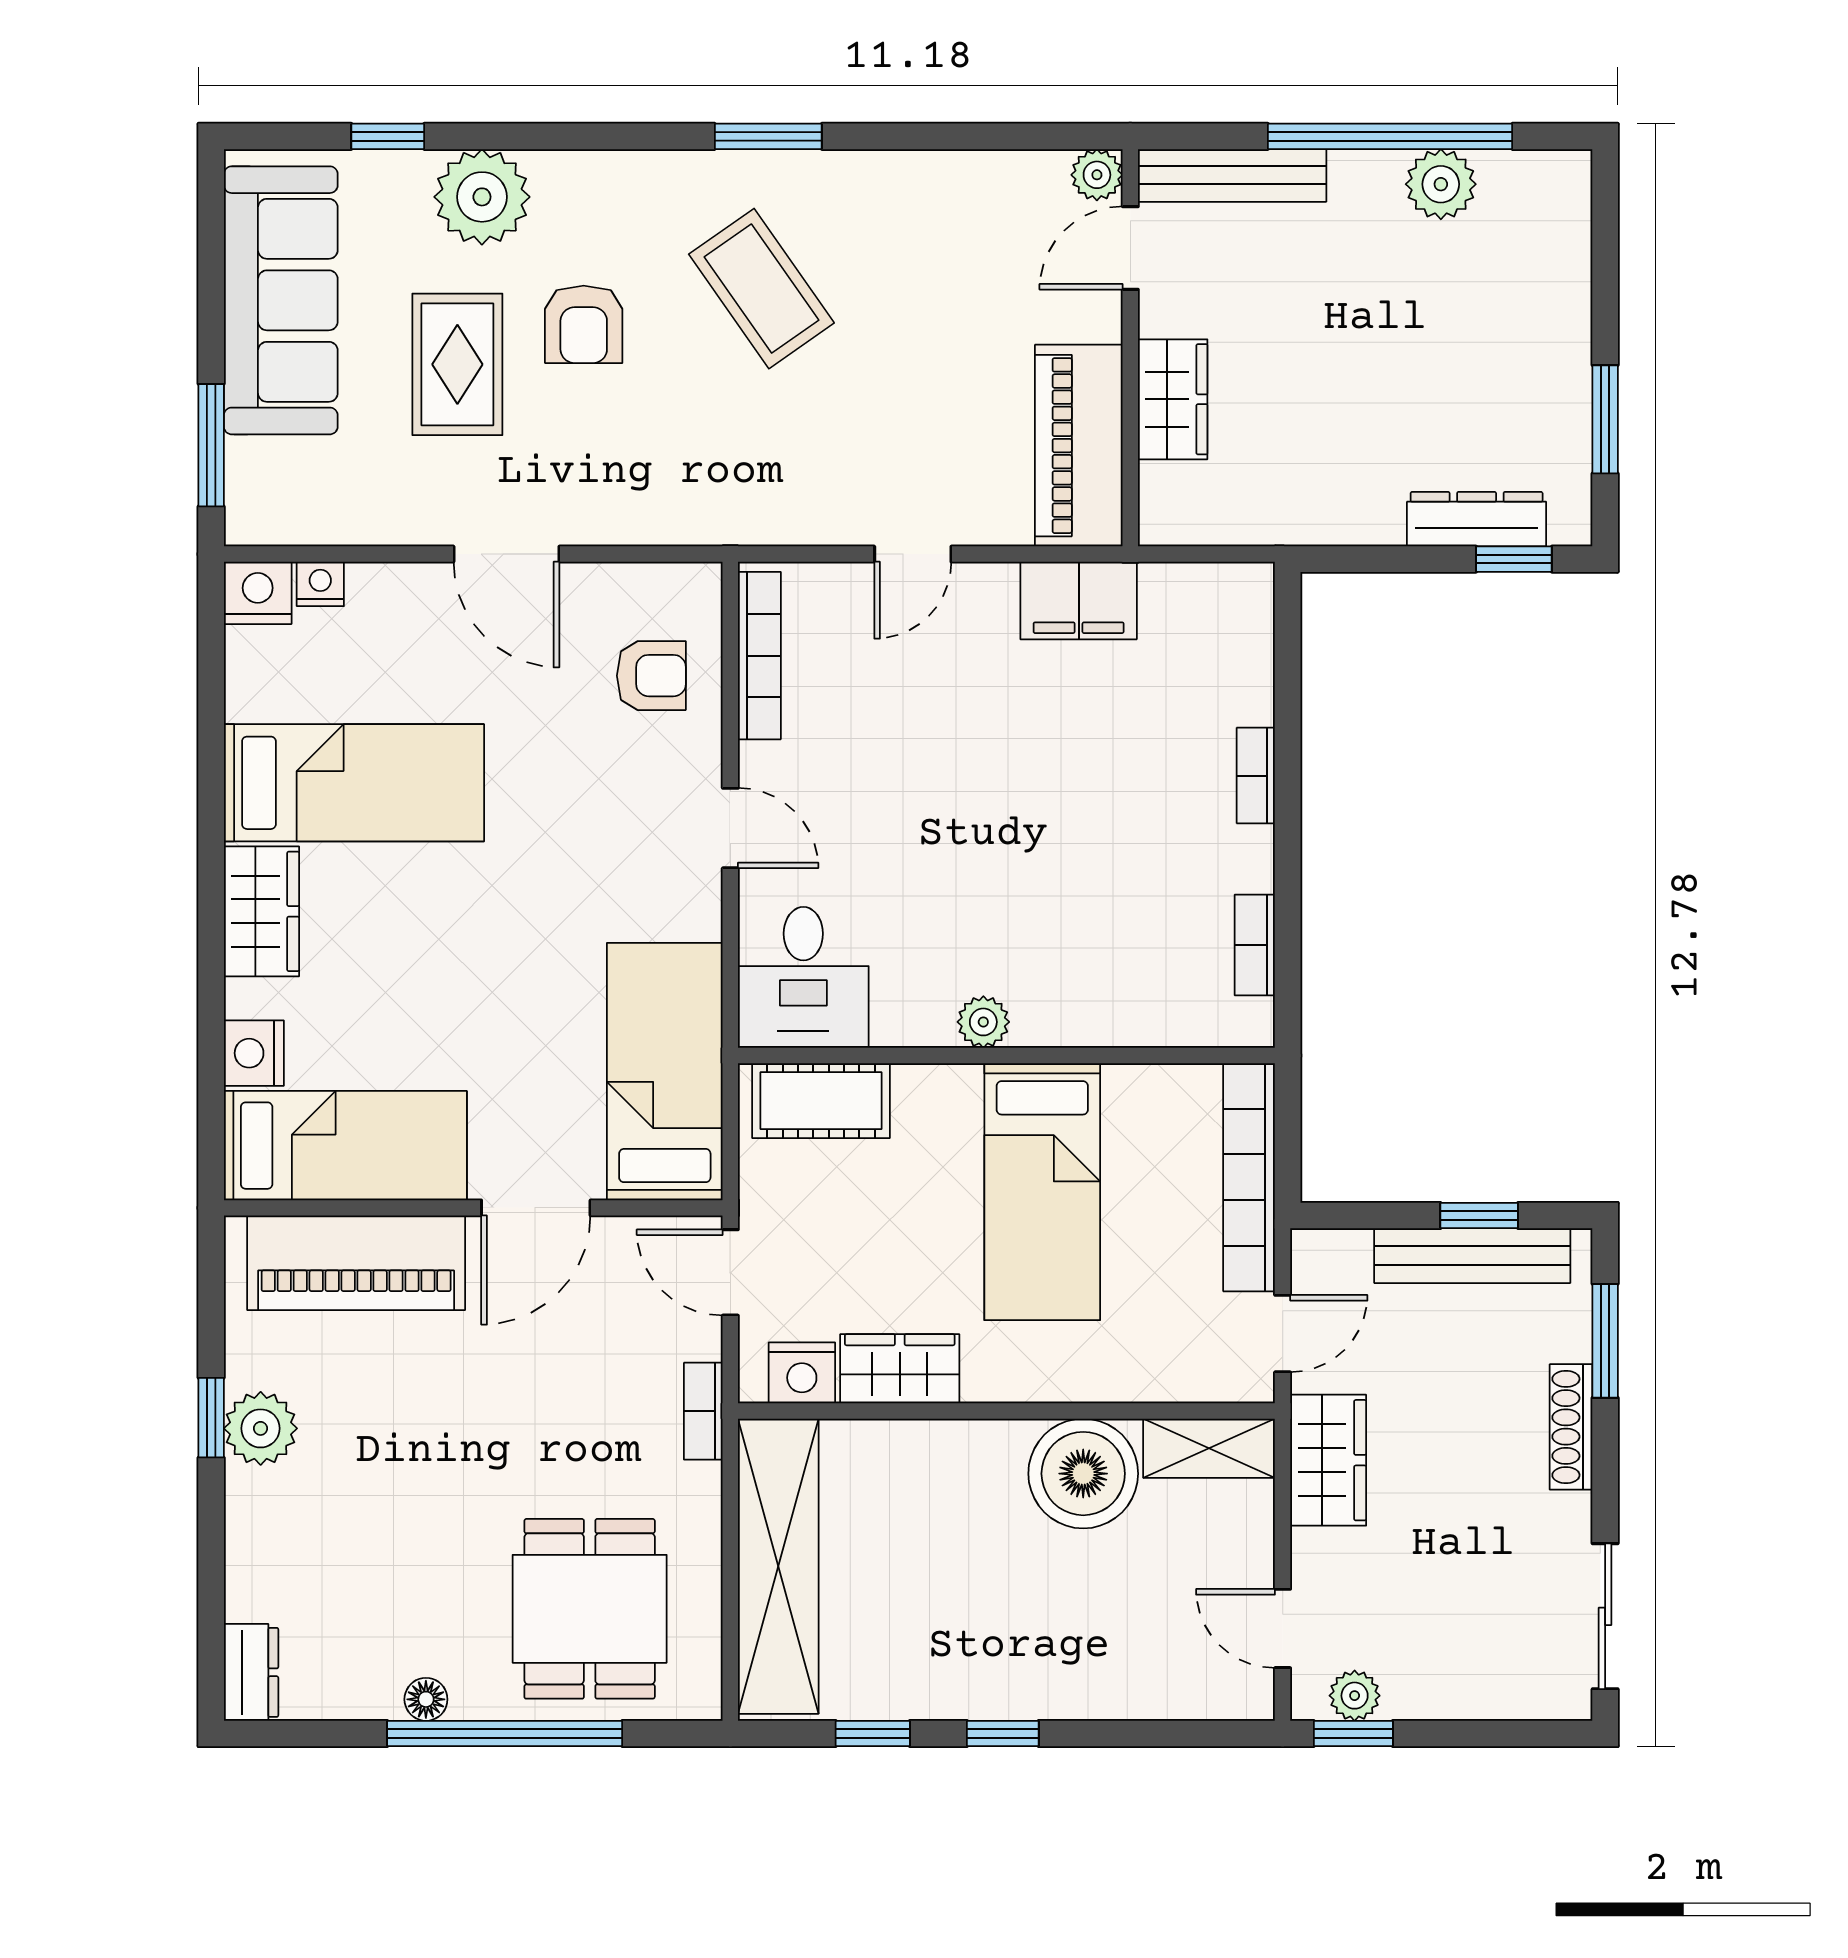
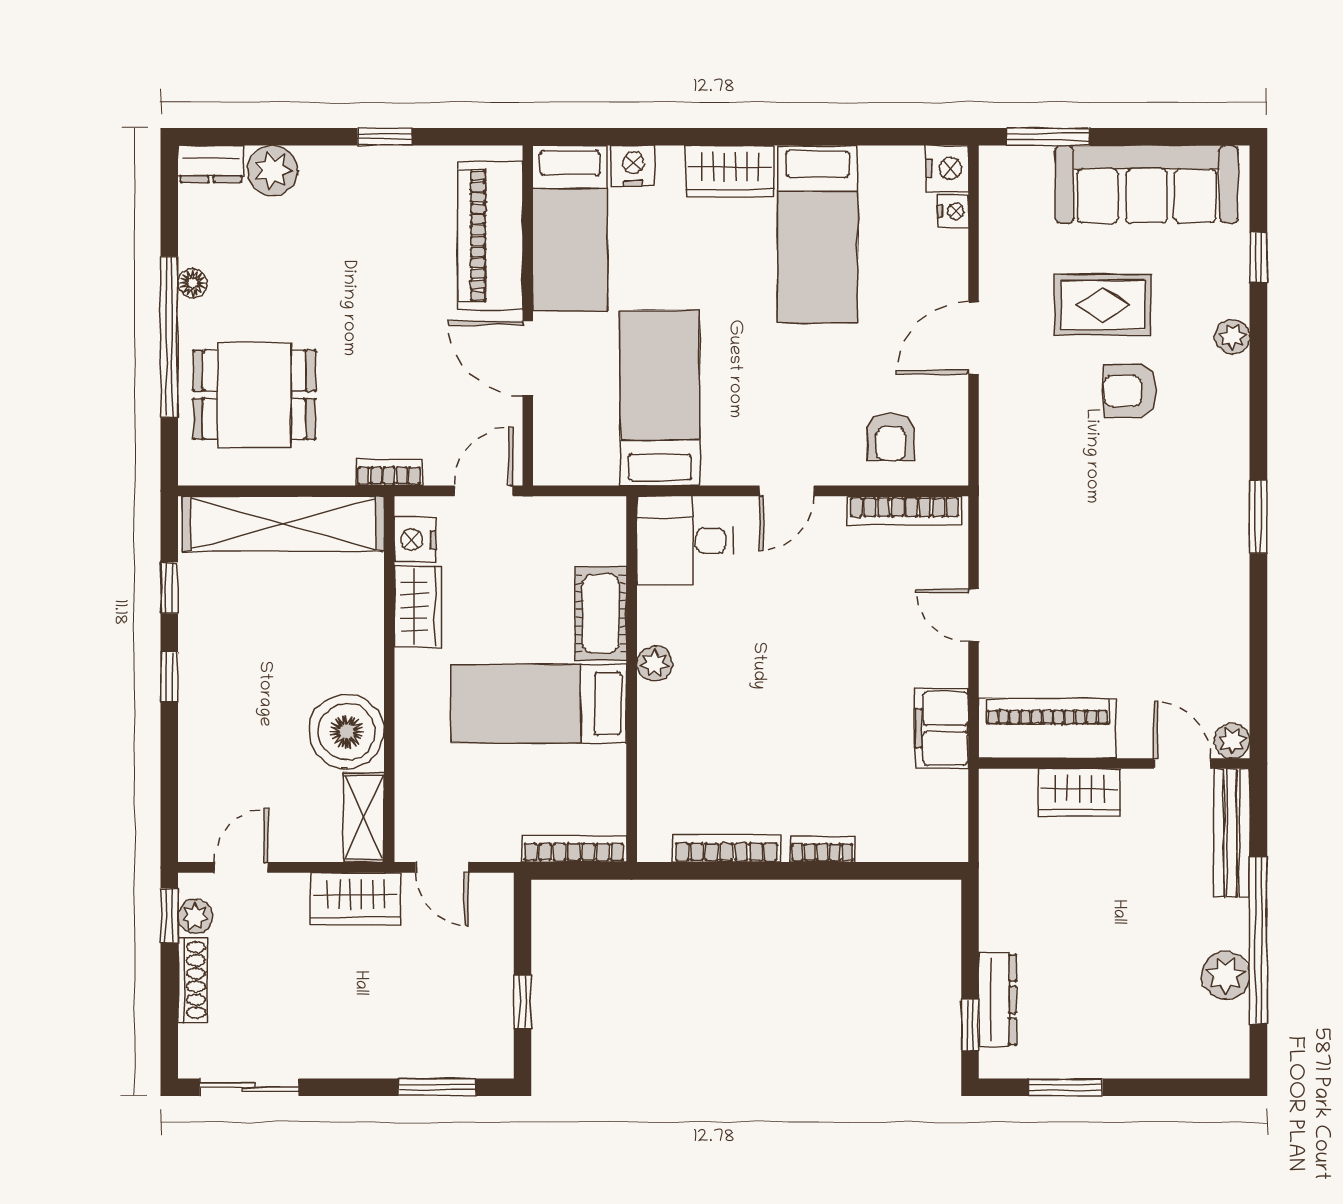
plant: (482, 197) -> (1232, 337), width x0.53, depth x0.53
coffee table: (761, 289) -> (1155, 512), removed
bookcase: (1255, 945) -> (726, 848), width x1.56
bed: (665, 1072) -> (660, 398), moved, turned -90
cot: (821, 1101) -> (601, 614), moved
bookcase: (1249, 1177) -> (574, 849), width x0.68, depth x0.76
bench: (1472, 1256) -> (495, 997), removed
shoe rack: (1571, 1427) -> (193, 980), moved, turned 90
plant: (261, 1428) -> (273, 170), moved

